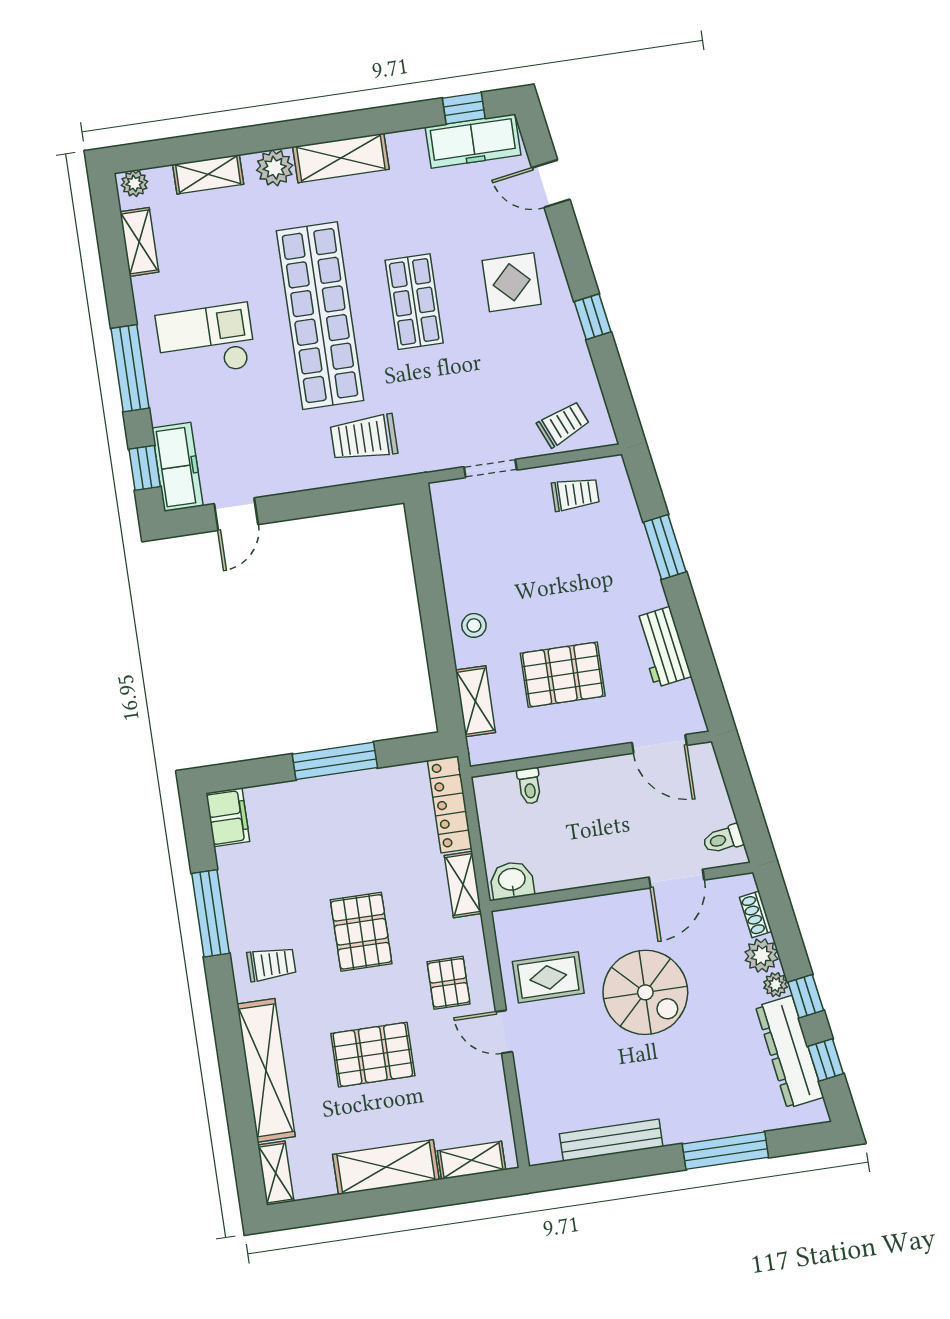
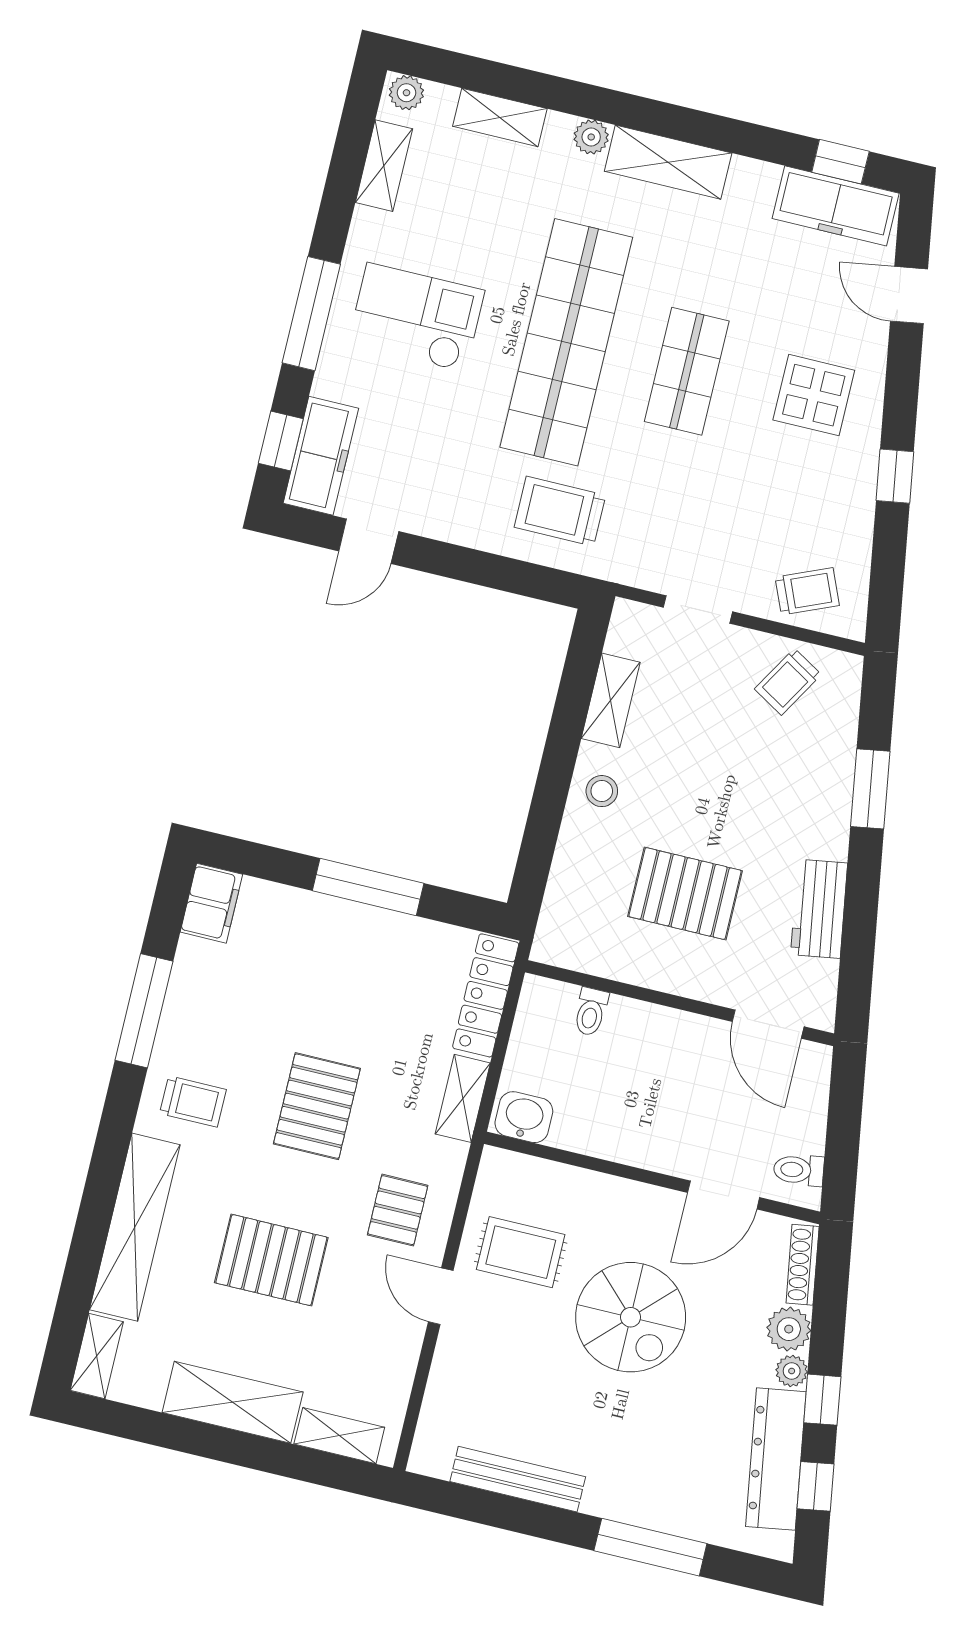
plant: (275, 168) -> (591, 137), width x0.73, depth x0.73
trolley: (575, 494) -> (788, 682), turned 121
shelving: (475, 701) -> (611, 700), moved
shoe rack: (756, 914) -> (803, 1265), width x1.43

